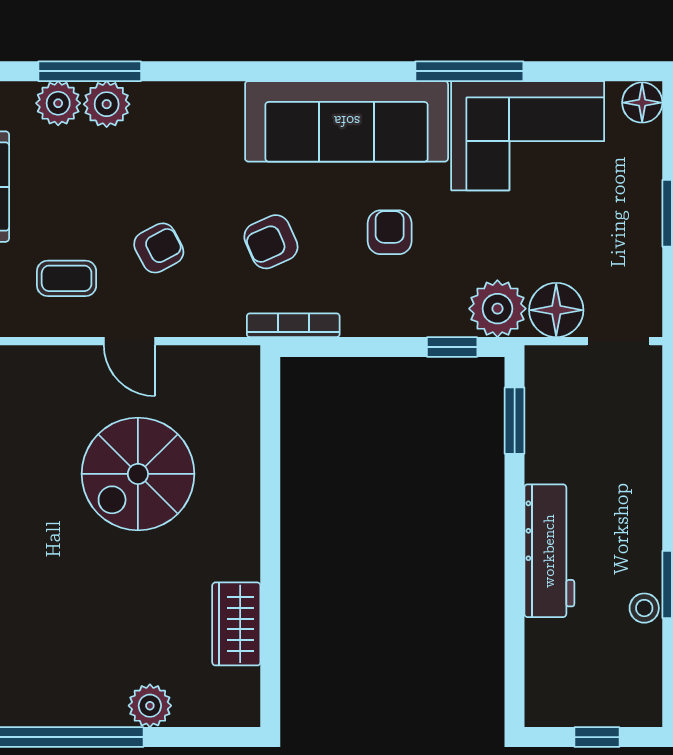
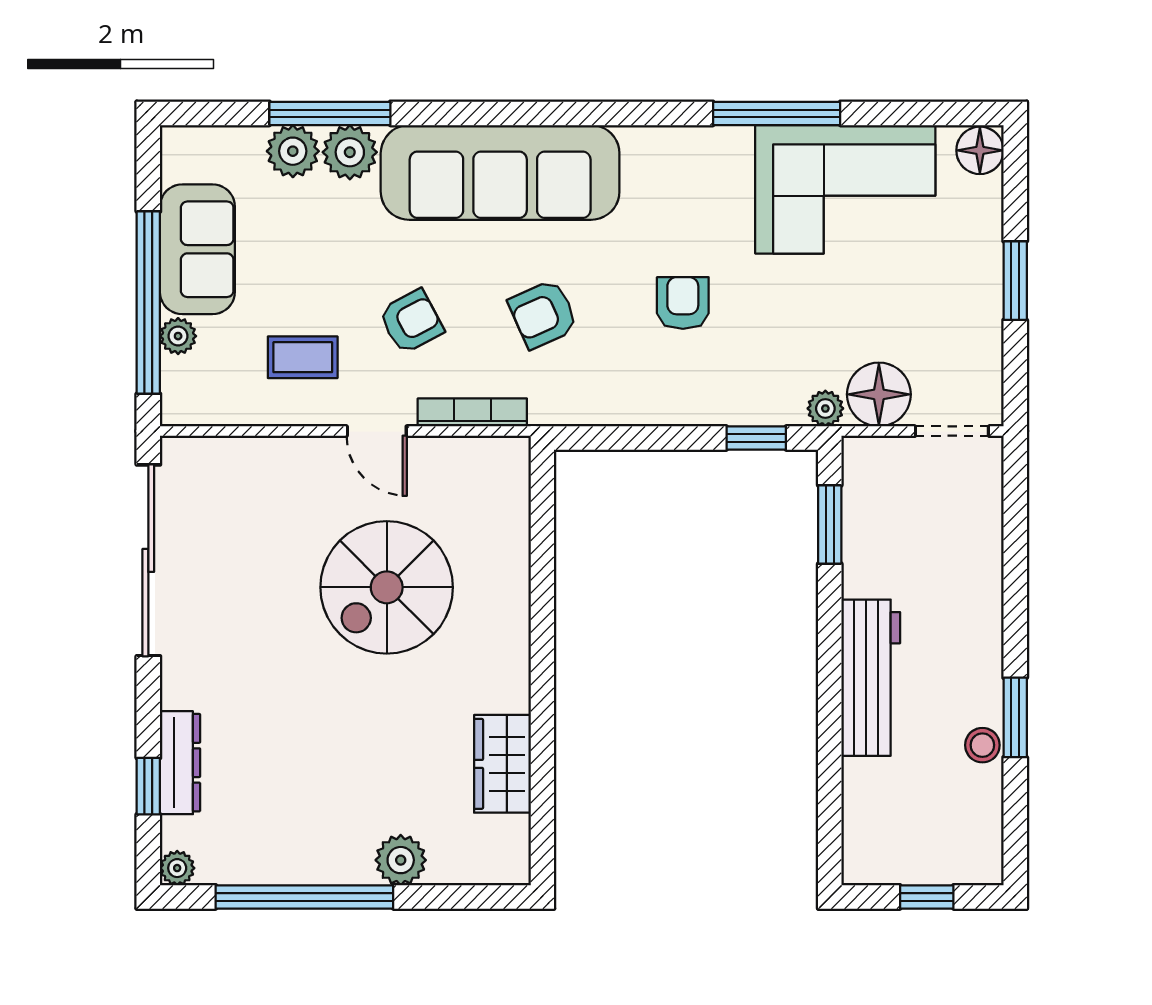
sofa: (347, 121) -> (500, 172), moved
plant: (497, 309) -> (825, 408), width x0.53, depth x0.53
bookcase: (293, 325) -> (472, 412), moved

